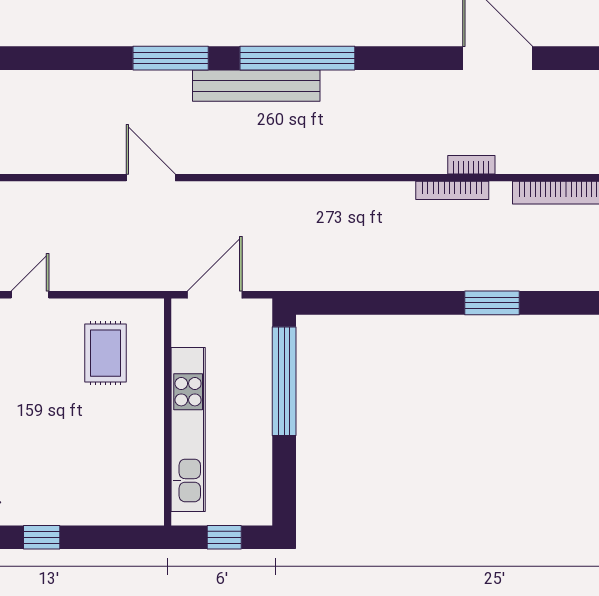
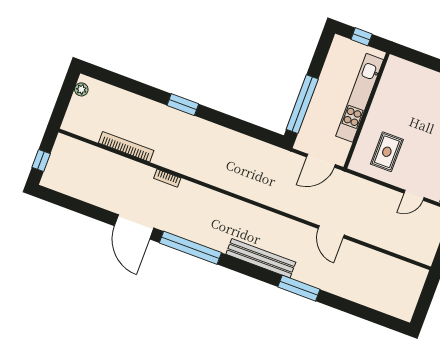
window: (297, 58) -> (190, 248), moved
bookcase: (452, 190) -> (182, 169), removed

